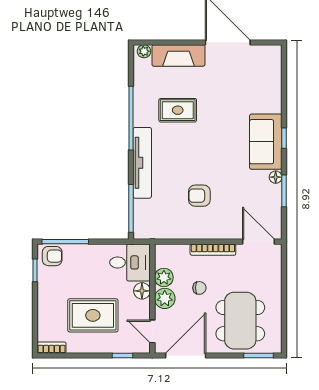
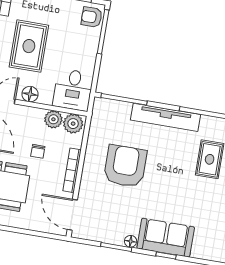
armchair: (199, 196) -> (125, 166), width x1.88, depth x1.88
door: (258, 242) -> (72, 215), swing flipped
armchair: (52, 256) -> (92, 17), turned 90
floor lamp: (142, 291) -> (30, 94), moved
plant: (165, 298) -> (73, 124), moved

